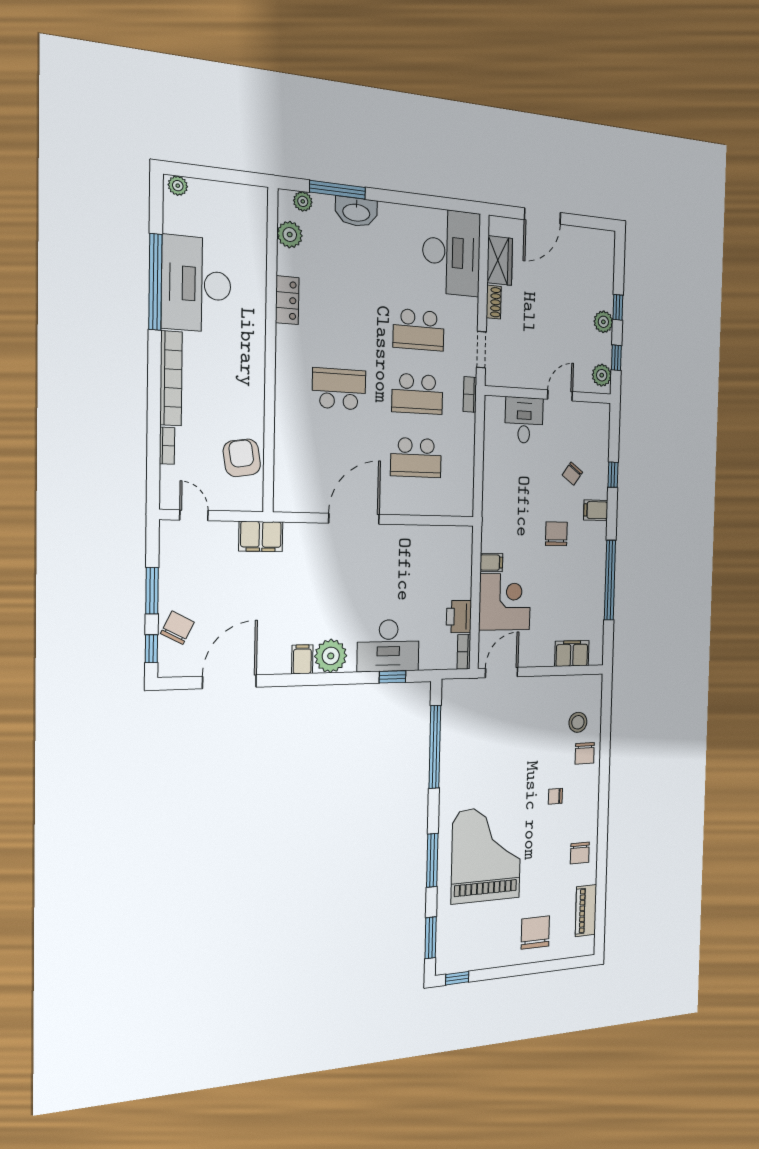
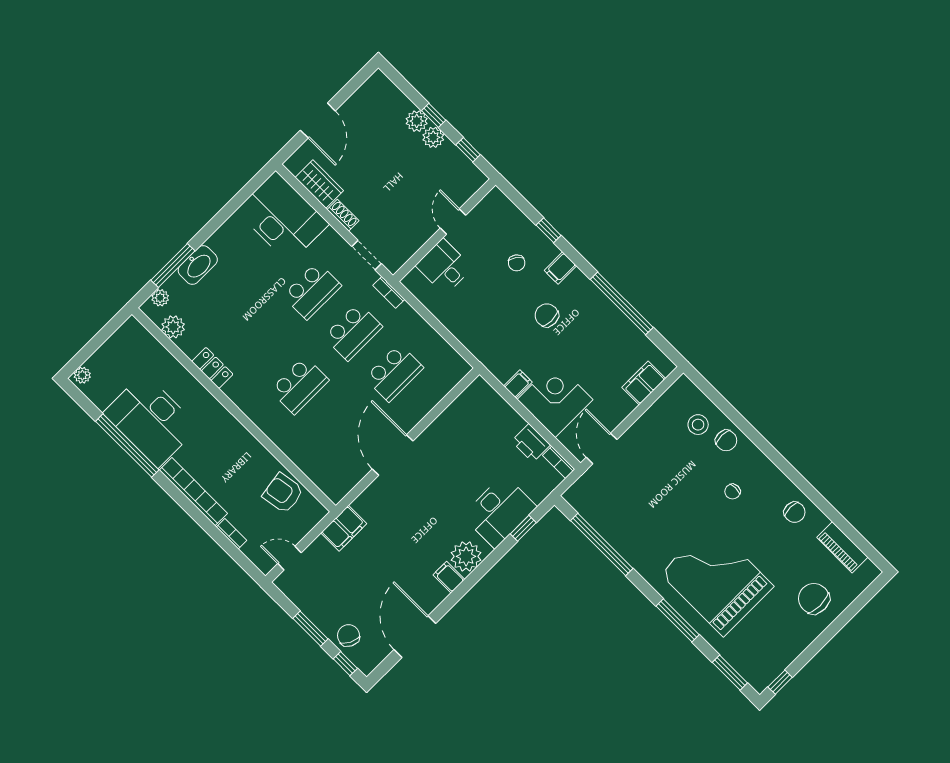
plant: (602, 375) -> (417, 121), moved
school desk: (339, 389) -> (299, 385), turned 180

